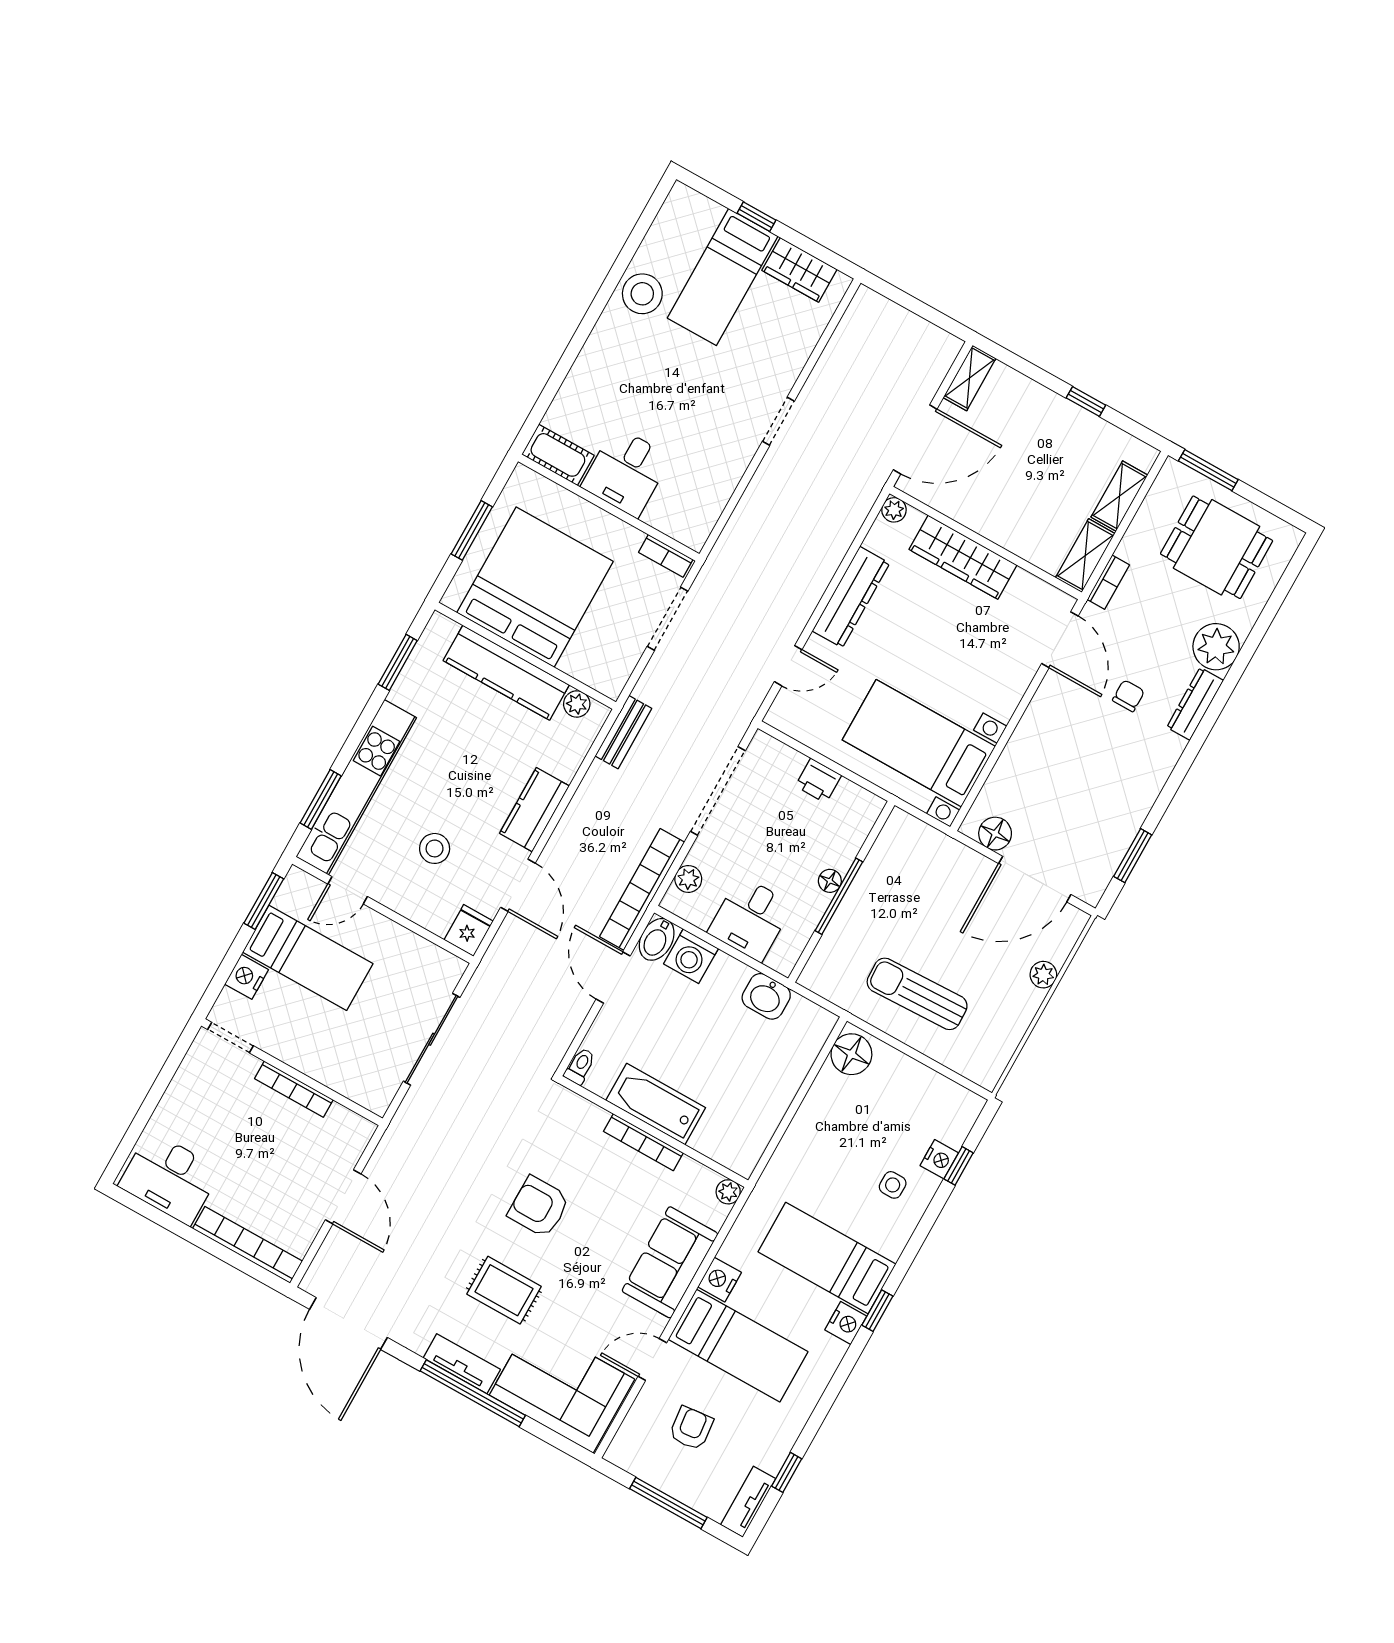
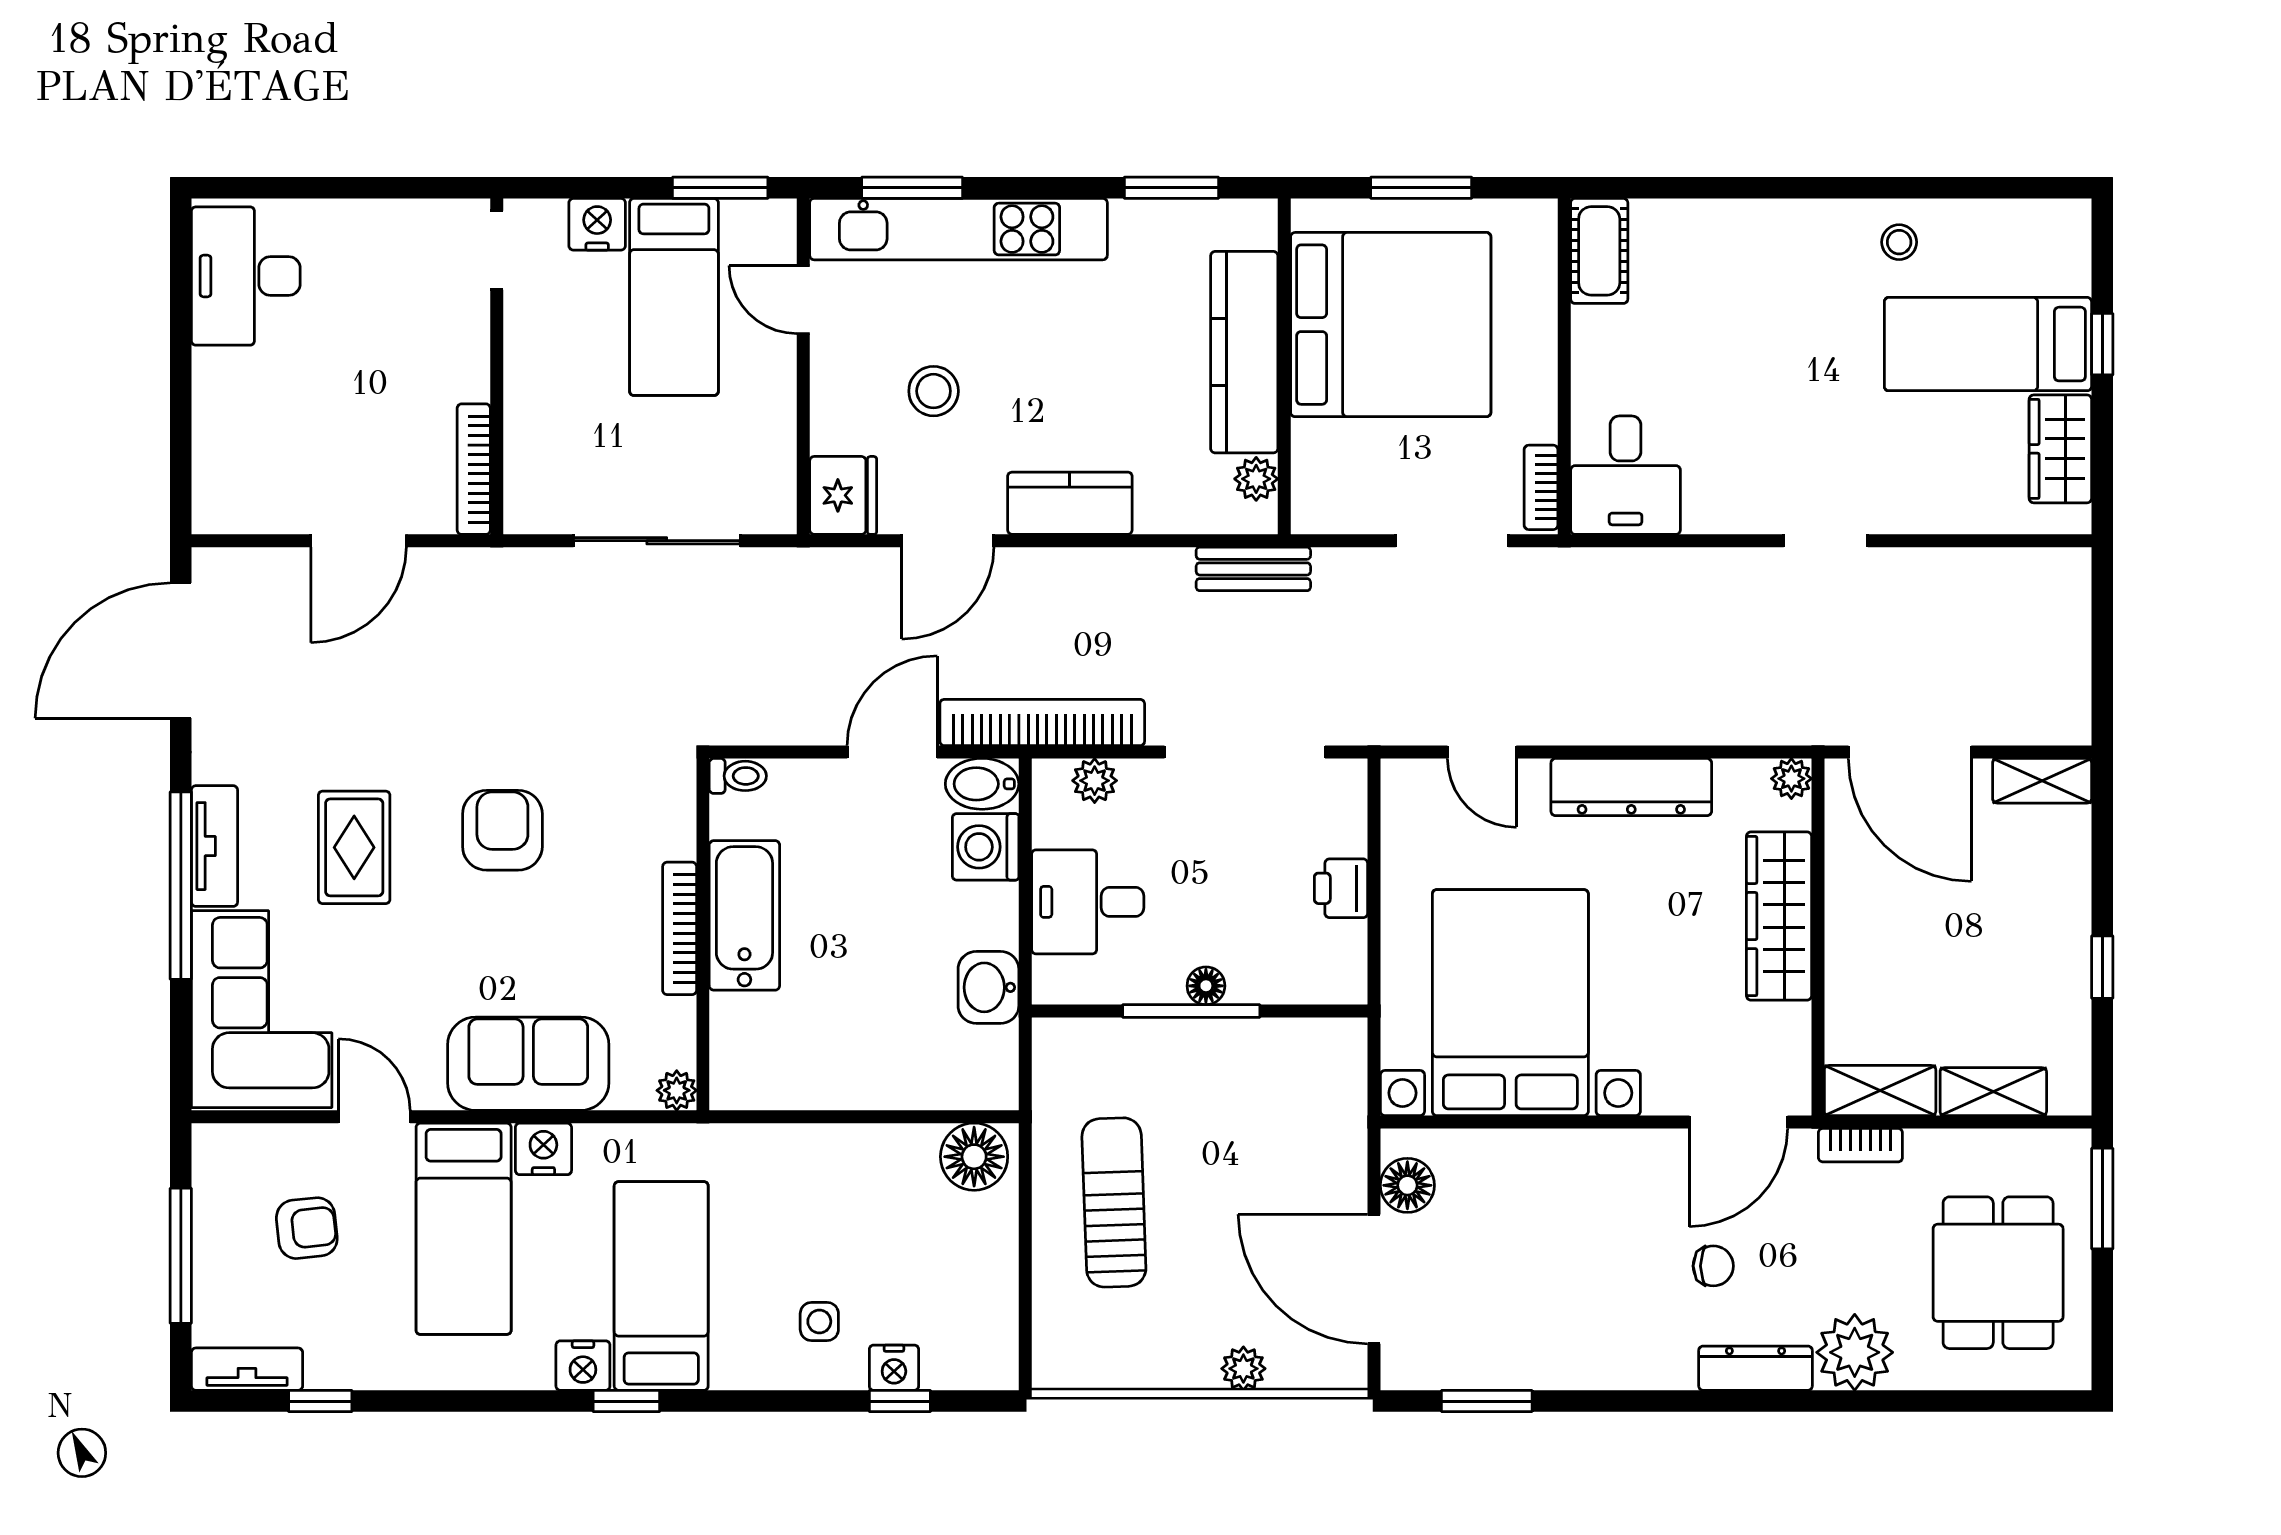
stool: (642, 294) -> (1899, 242), width x0.53, depth x0.53
desk: (626, 472) -> (1625, 475), moved, turned -90
bed with nightstands: (919, 743) -> (1510, 1003), width x1.36
fridge: (469, 930) -> (843, 495), width x1.38
bookcase: (294, 1089) -> (474, 469), moved
bookcase: (247, 1245) -> (212, 442), removed

